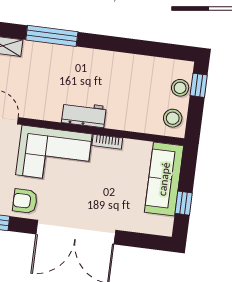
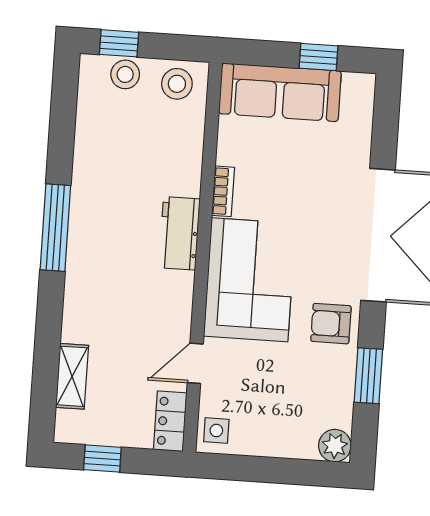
window: (52, 36) -> (55, 228), moved
armchair: (25, 201) -> (331, 324), turned 90

